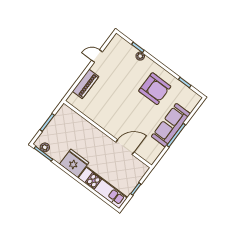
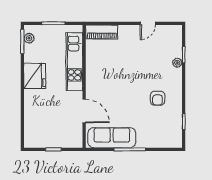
door: (97, 56) -> (148, 23), swing flipped
piano: (86, 84) -> (102, 32), moved
armchair: (155, 89) -> (158, 98), width x0.53, depth x0.53
sofa: (171, 125) -> (112, 138), moved
kitchen unit: (103, 188) -> (74, 62), moved, turned 180

